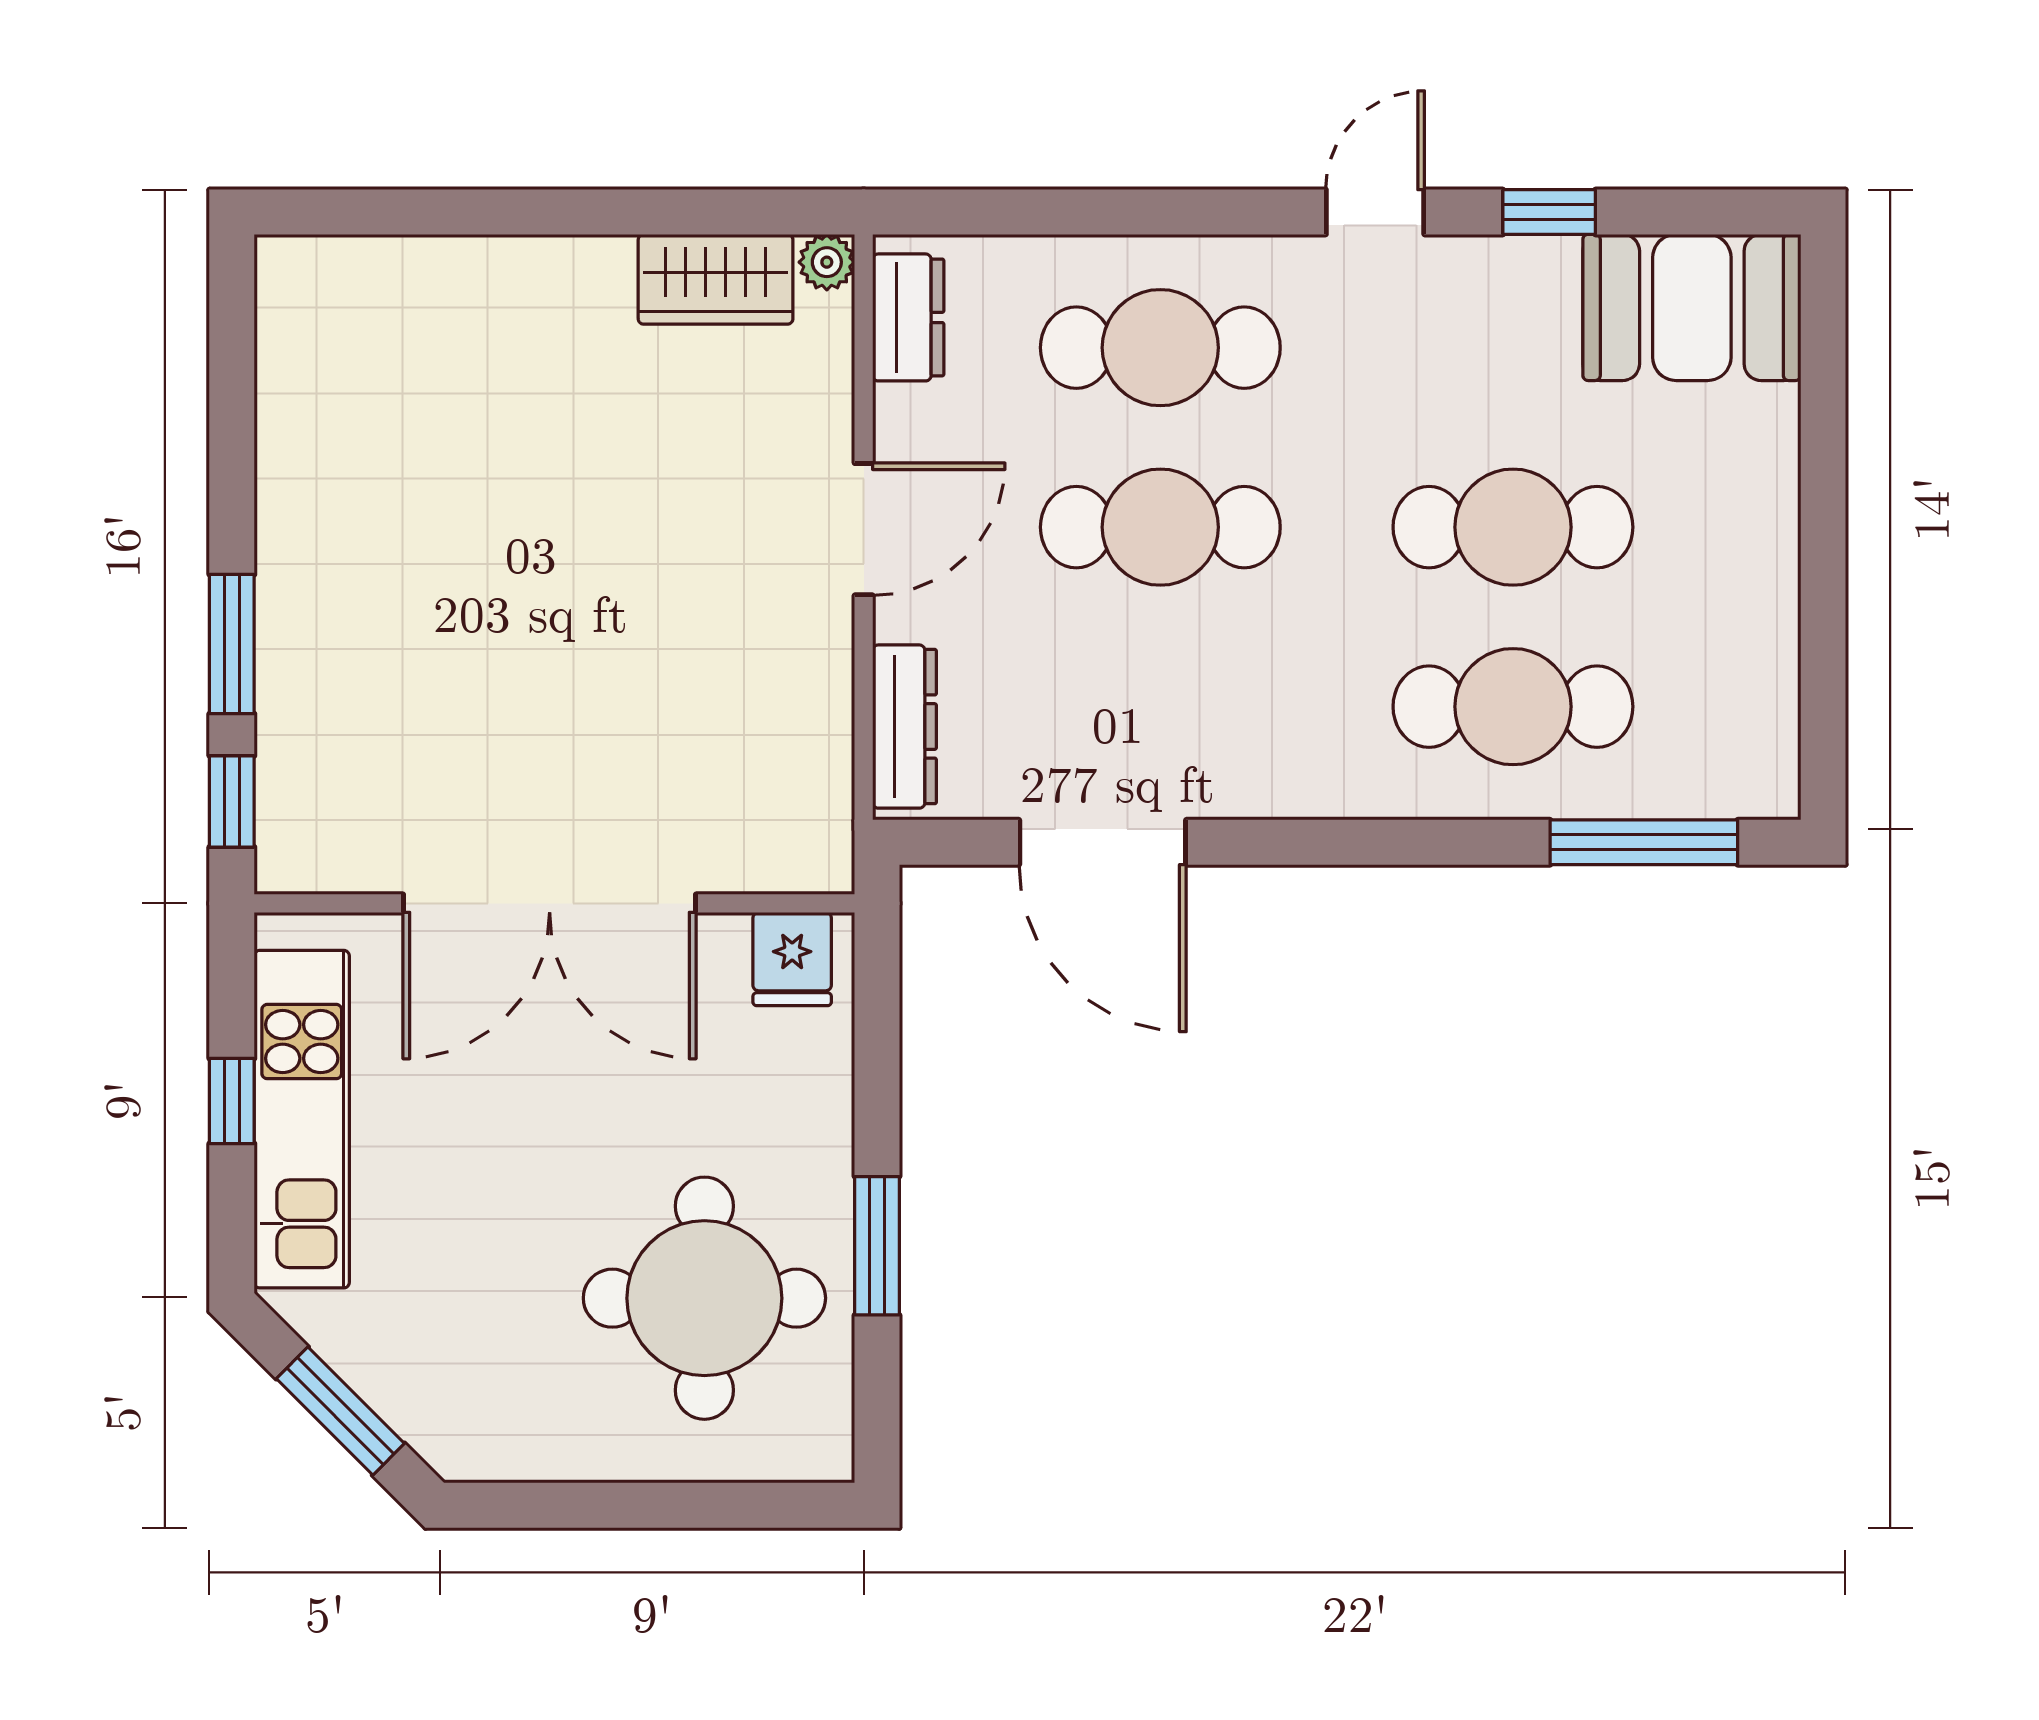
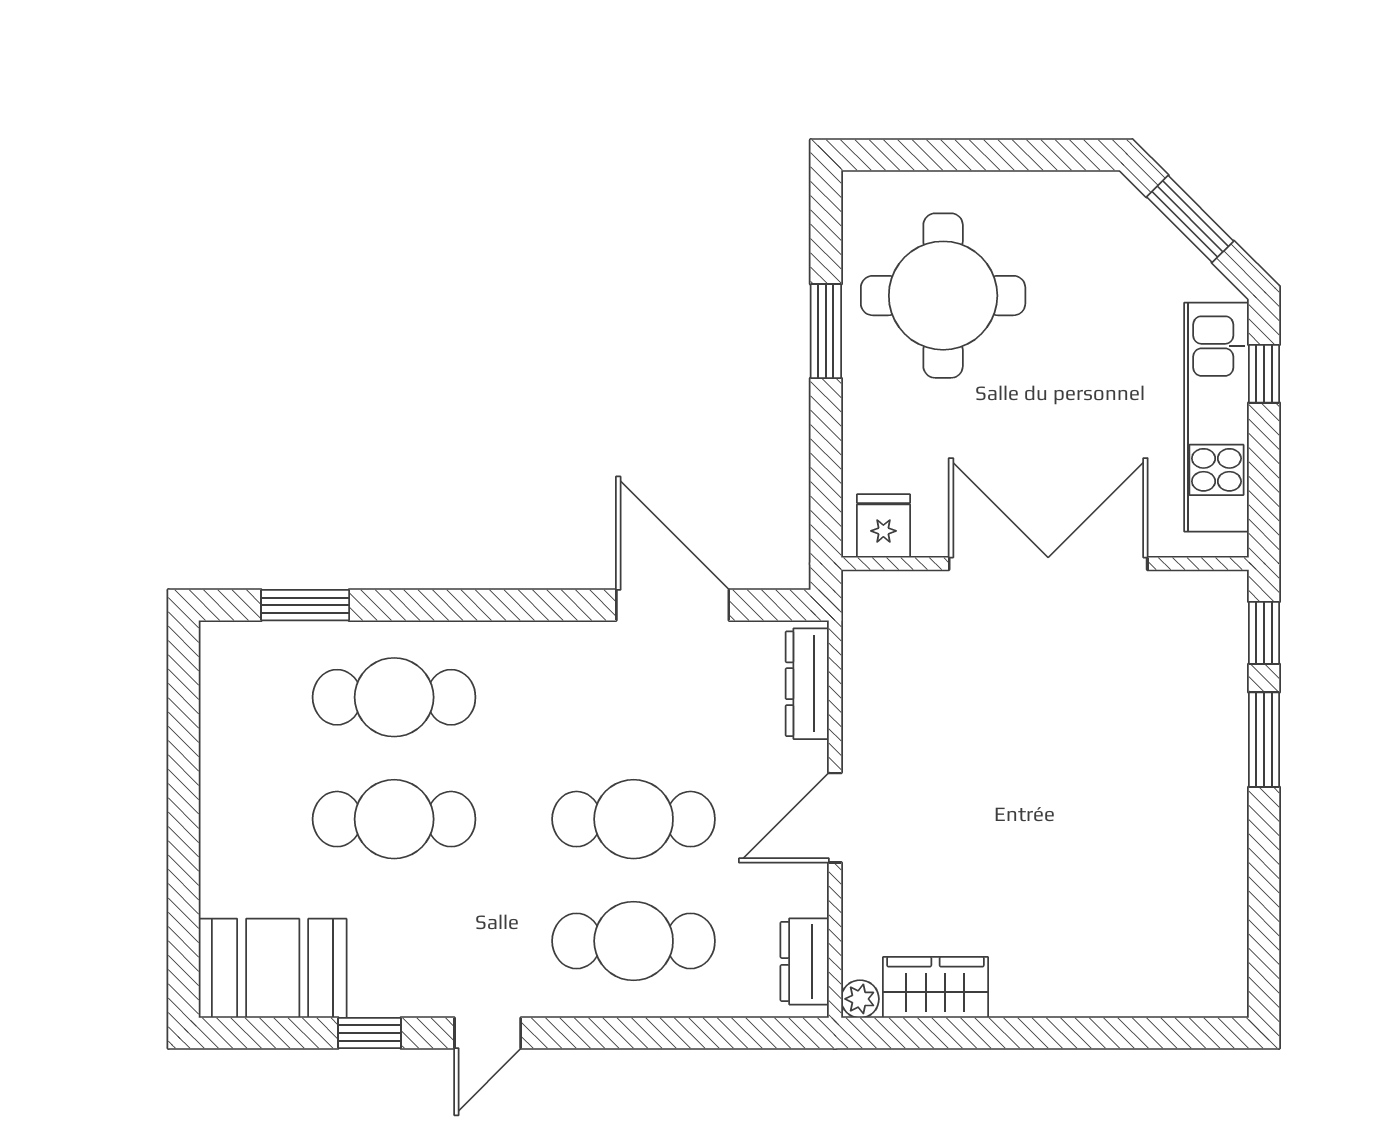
window: (1644, 842) -> (305, 605), width x0.69
window: (232, 1101) -> (1264, 374), moved

